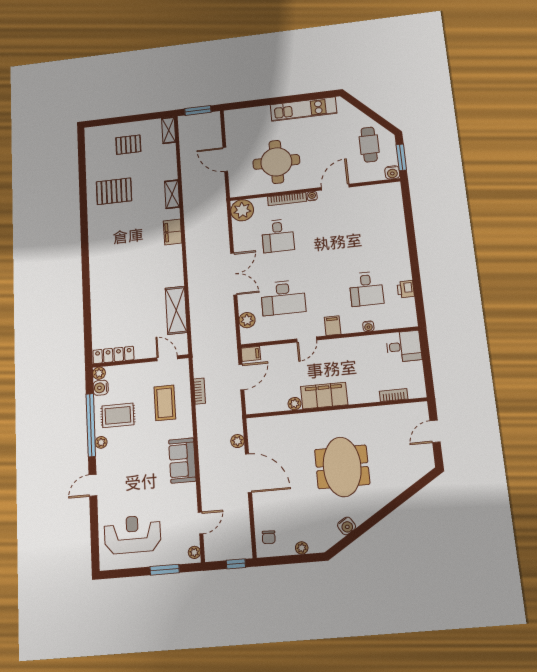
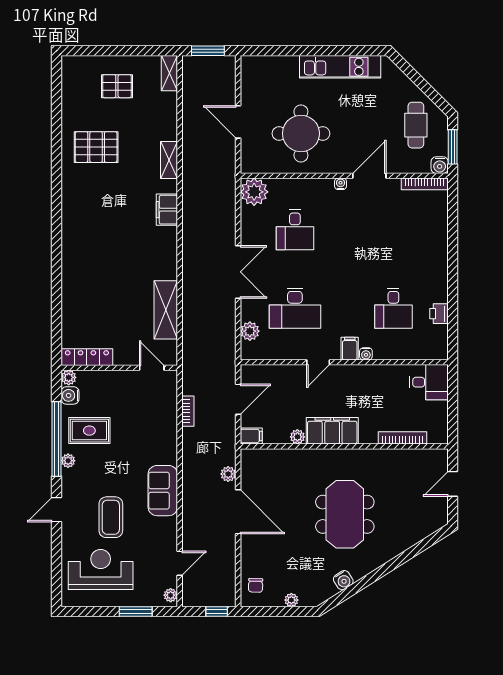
bookcase: (287, 199) -> (425, 184), moved
water cooler: (368, 326) -> (366, 354), moved
filing cabinet: (251, 354) -> (251, 436), moved
bookcase: (394, 395) -> (402, 438), width x1.56
coffee table: (165, 403) -> (111, 517), moved

